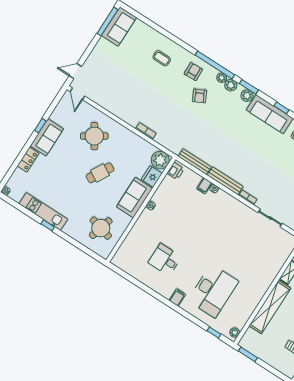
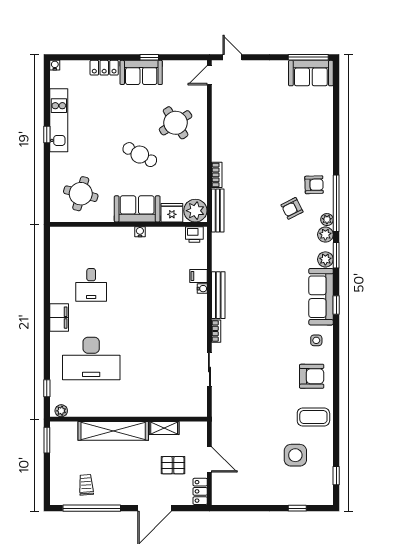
coffee table: (162, 58) -> (306, 141), removed
bench: (195, 162) -> (218, 211), moved
desk: (165, 260) -> (91, 285), turned 180
filing cabinet: (177, 298) -> (59, 318), width x2.00

